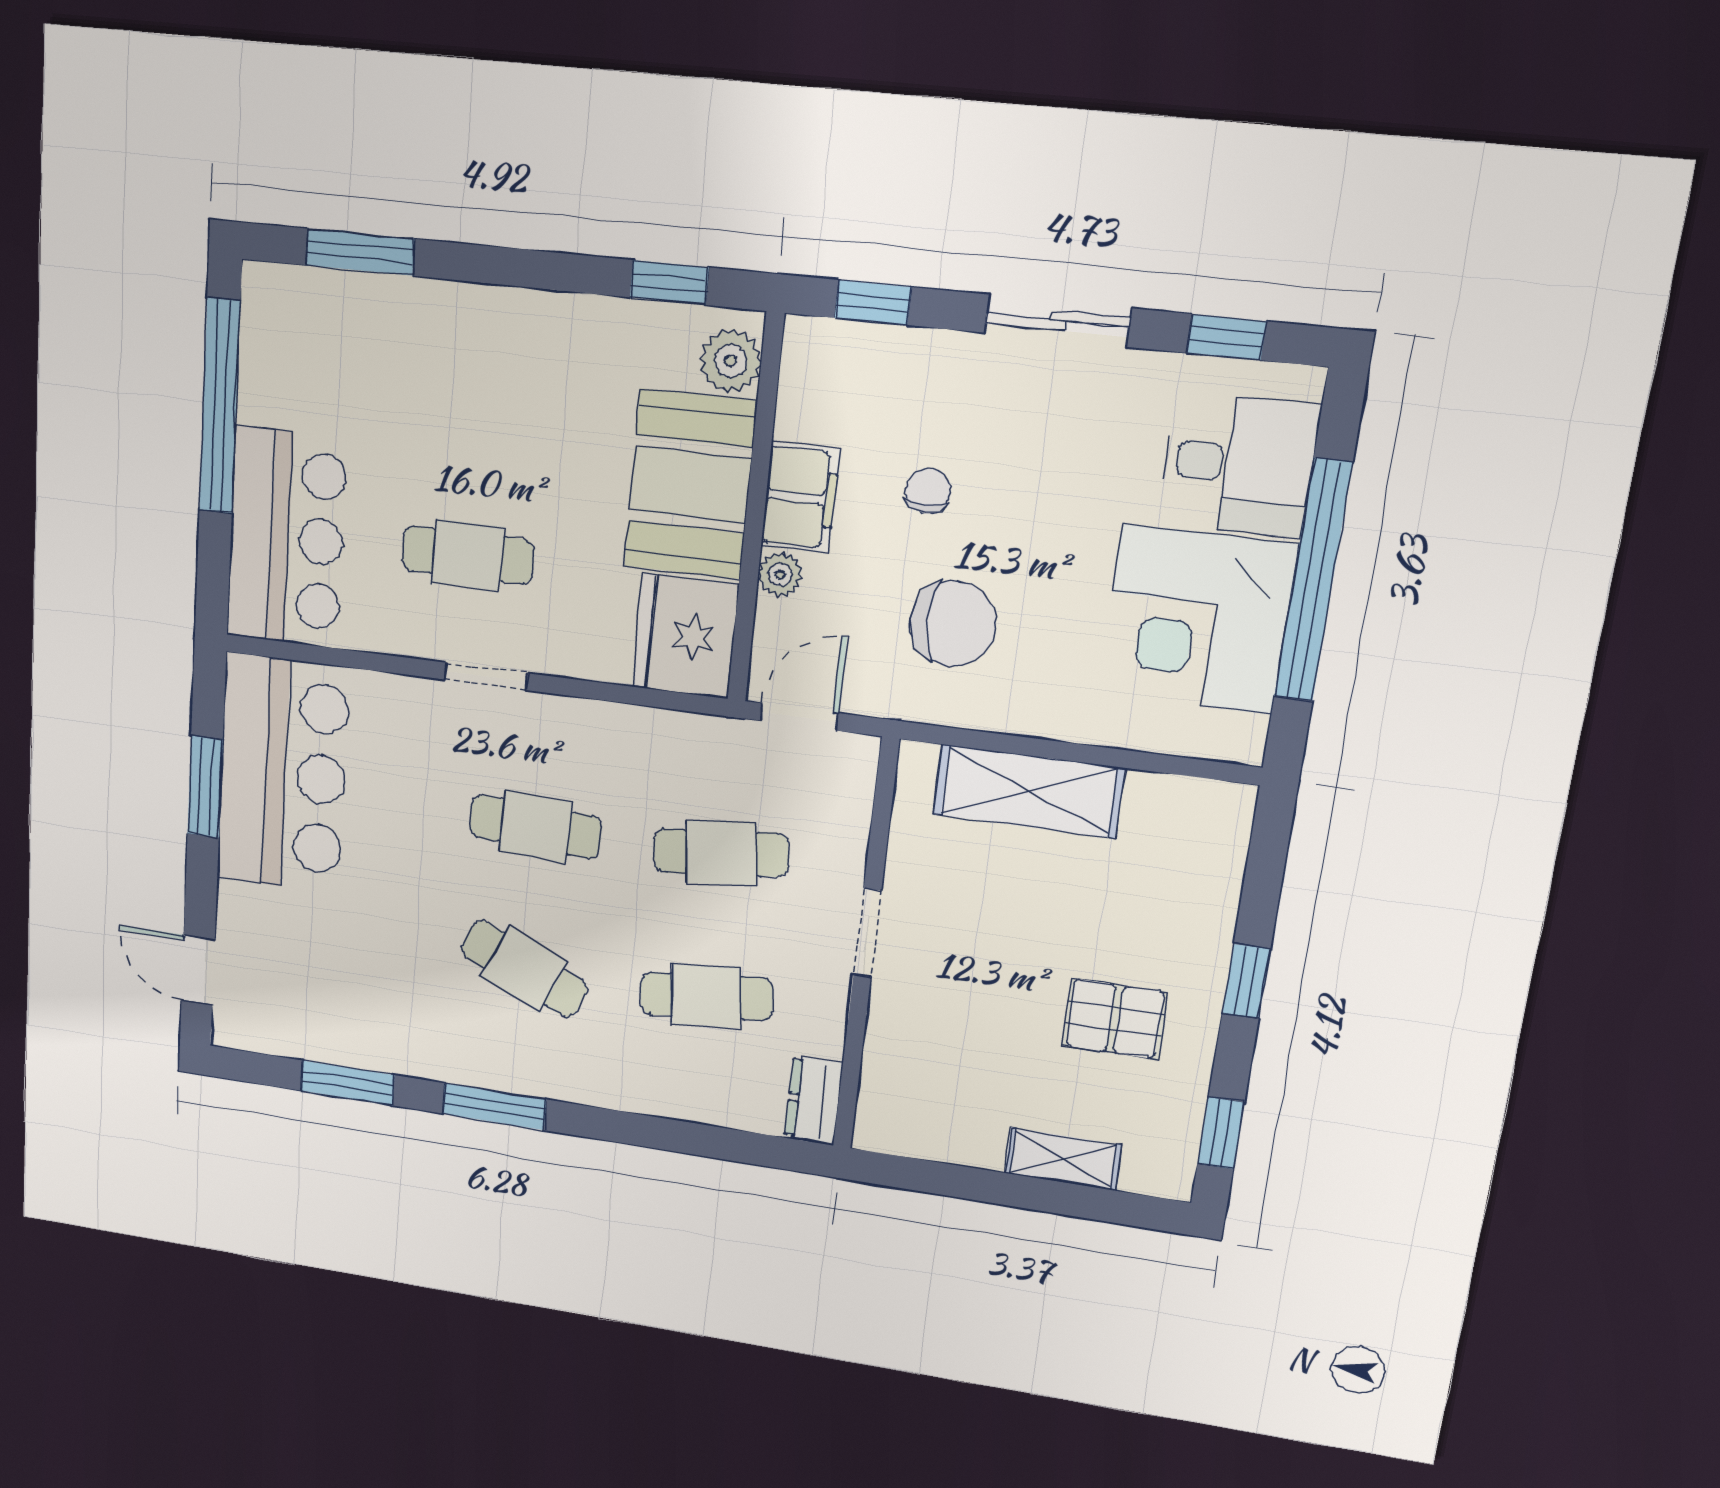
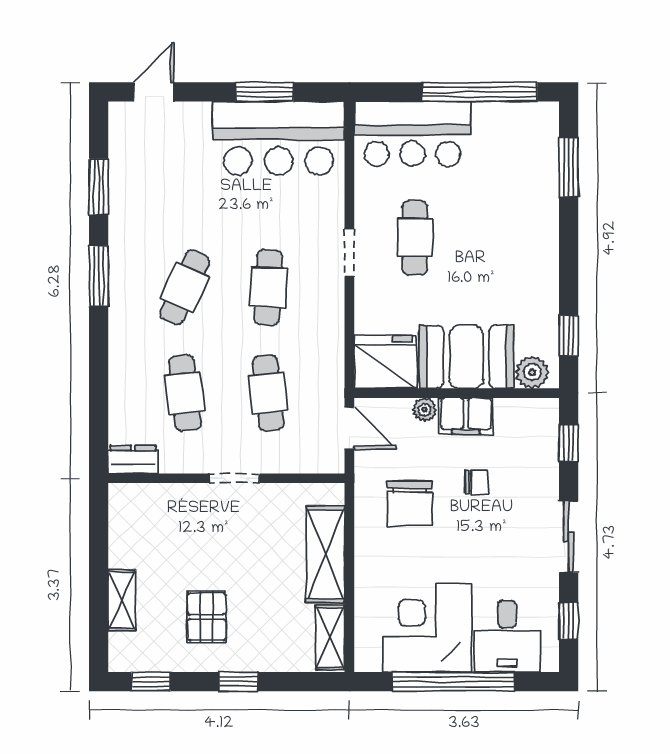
shelving: (1188, 803) -> (330, 637), added

